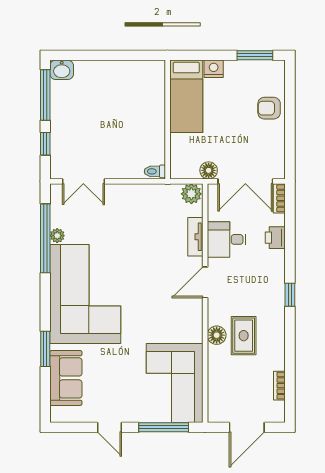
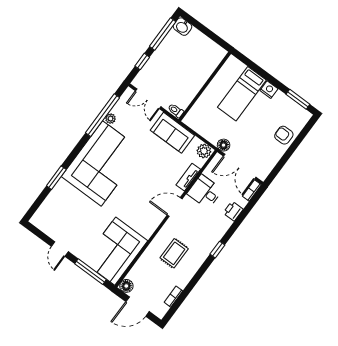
wall: (168, 119) -> (205, 87), moved
toilet: (155, 171) -> (176, 111), moved
floor lamp: (217, 335) -> (126, 286), moved
sofa: (66, 378) -> (172, 133), moved, turned 90

